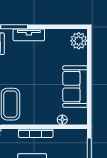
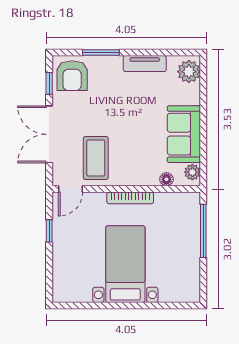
tv unit: (29, 35) -> (145, 64), moved
plant: (81, 114) -> (192, 172), added

